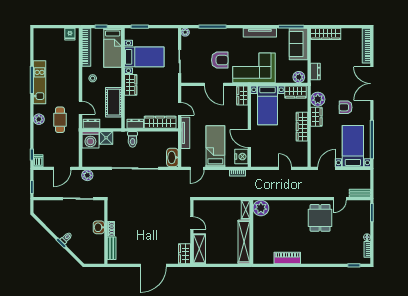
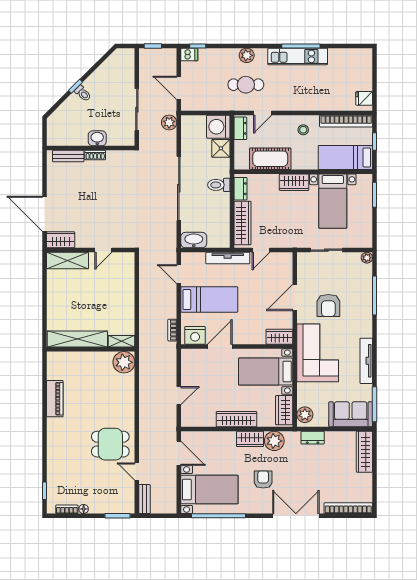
door: (192, 223) -> (103, 250), moved
wall: (192, 232) -> (91, 250), moved
shelving: (199, 249) -> (67, 260), moved
wardrobe: (184, 254) -> (61, 240), moved

